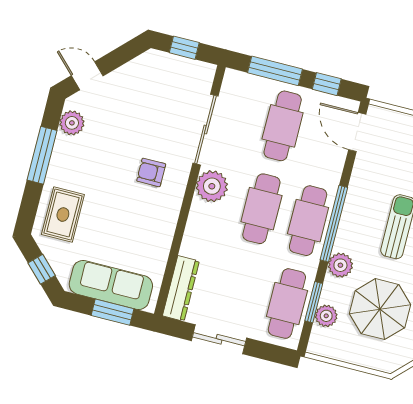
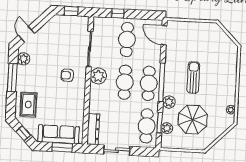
window: (275, 71) -> (118, 13), width x0.46
door: (87, 76) -> (26, 34), hinge flipped
window: (327, 84) -> (144, 15), removed

